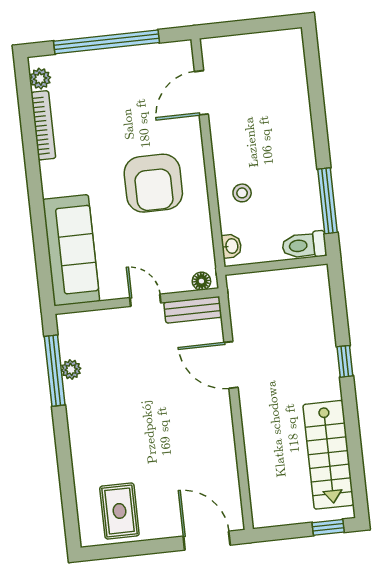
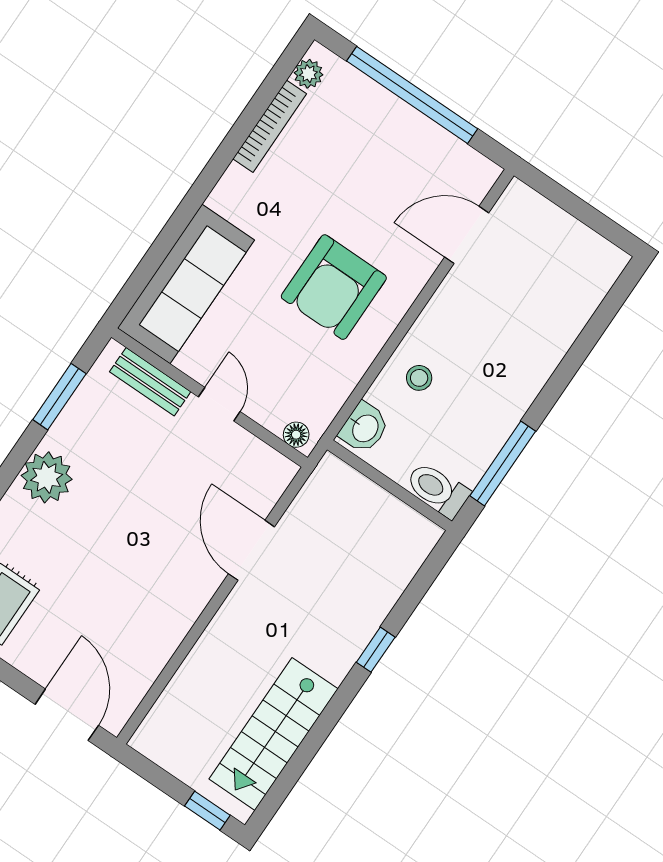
washbasin: (231, 246) -> (364, 428), width x1.38, depth x1.45
bench: (193, 310) -> (150, 382), moved
plant: (71, 369) -> (47, 477), moved, width x1.88, depth x1.88
window: (55, 371) -> (59, 397), width x0.69

